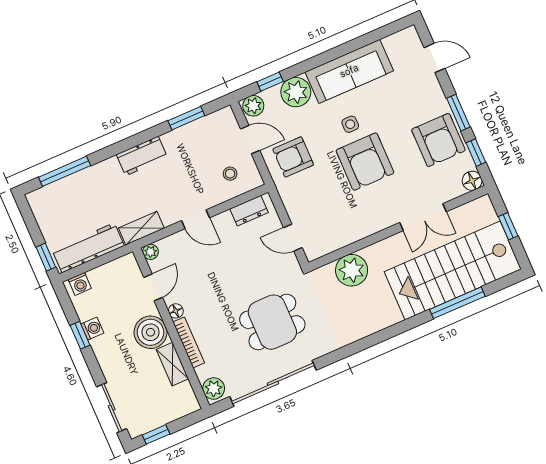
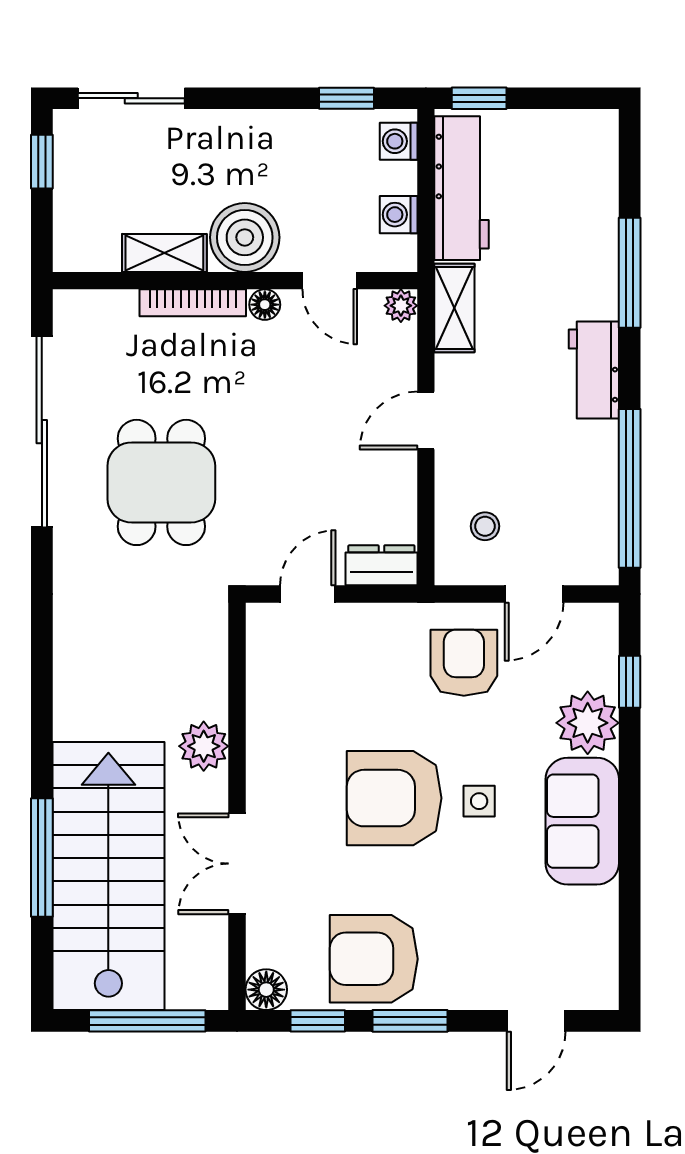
sofa: (349, 71) -> (582, 821), width x0.73
plant: (253, 106) -> (597, 629), removed
window: (186, 118) -> (630, 488), width x2.11
window: (65, 171) -> (630, 273), moved
dresser: (249, 211) -> (381, 565), moved, turned 90
window: (508, 226) -> (147, 1021), width x2.17
plant: (352, 270) -> (204, 746), moved, width x0.73, depth x0.73
washing machine: (92, 329) -> (399, 215), moved, turned 90
window: (80, 335) -> (346, 98), moved
plant: (214, 389) -> (82, 312), removed

